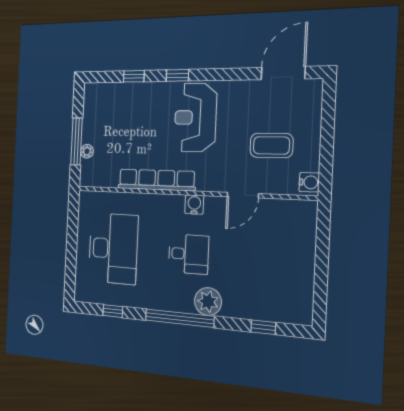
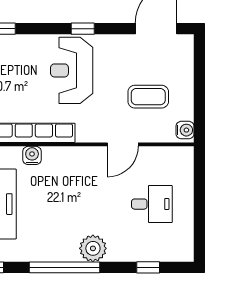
window: (177, 75) -> (83, 29), moved
water cooler: (194, 204) -> (32, 155), moved
desk: (188, 254) -> (152, 204), moved

